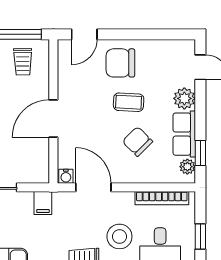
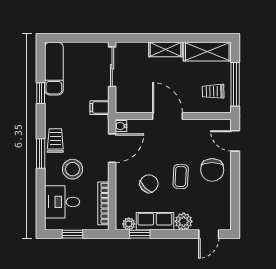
chair: (120, 63) -> (212, 170), turned 180

